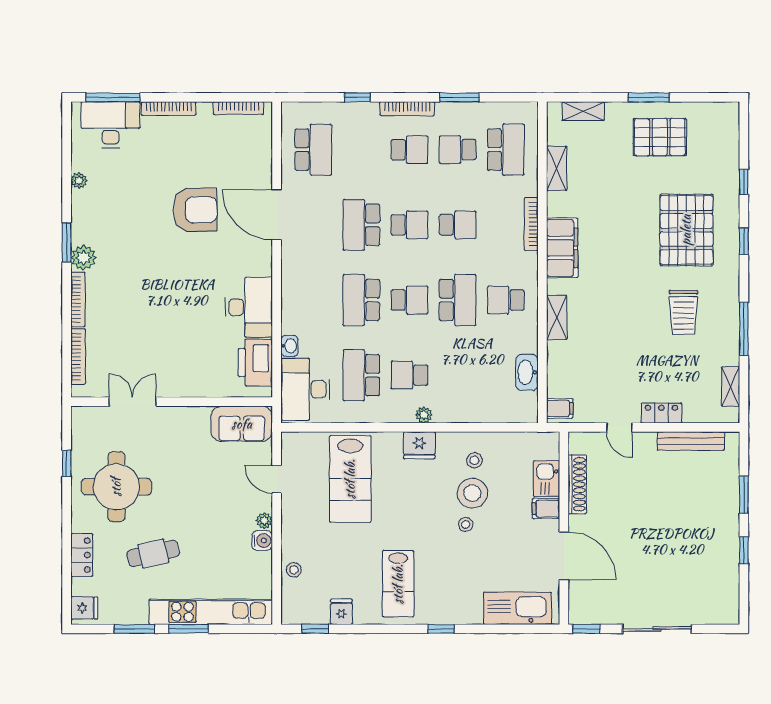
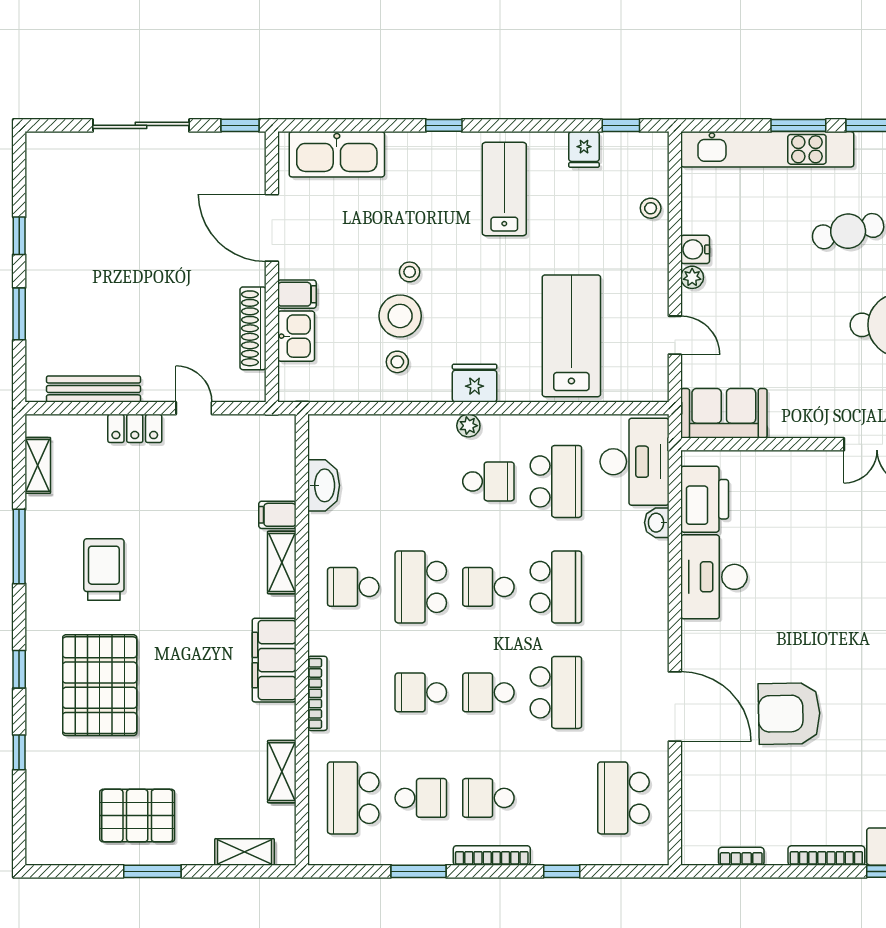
bookcase: (238, 108) -> (741, 856), width x0.64
school desk: (506, 300) -> (353, 587), turned 180
filing cabinet: (560, 408) -> (277, 515), moved

